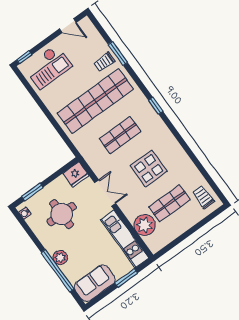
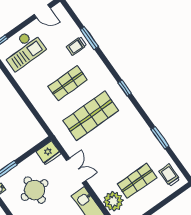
shop shelf: (95, 101) -> (68, 83), width x0.50, depth x0.74
shop shelf: (120, 135) -> (91, 116), width x1.43, depth x1.36
window: (193, 158) -> (160, 138), added
display table: (149, 169) -> (118, 148), removed

